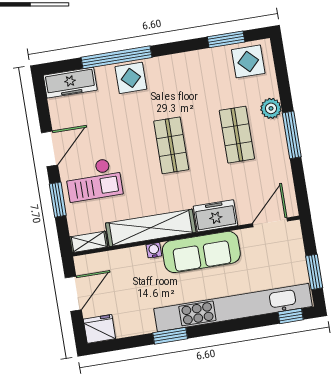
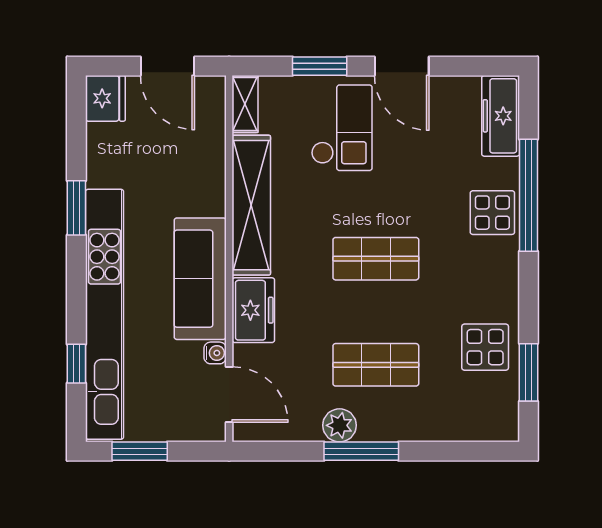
display table: (248, 61) -> (485, 347), moved
plant: (271, 108) -> (339, 425), moved
checkout: (94, 180) -> (342, 128), turned 180
water cooler: (154, 250) -> (215, 353), moved
window: (291, 316) -> (76, 364), moved

